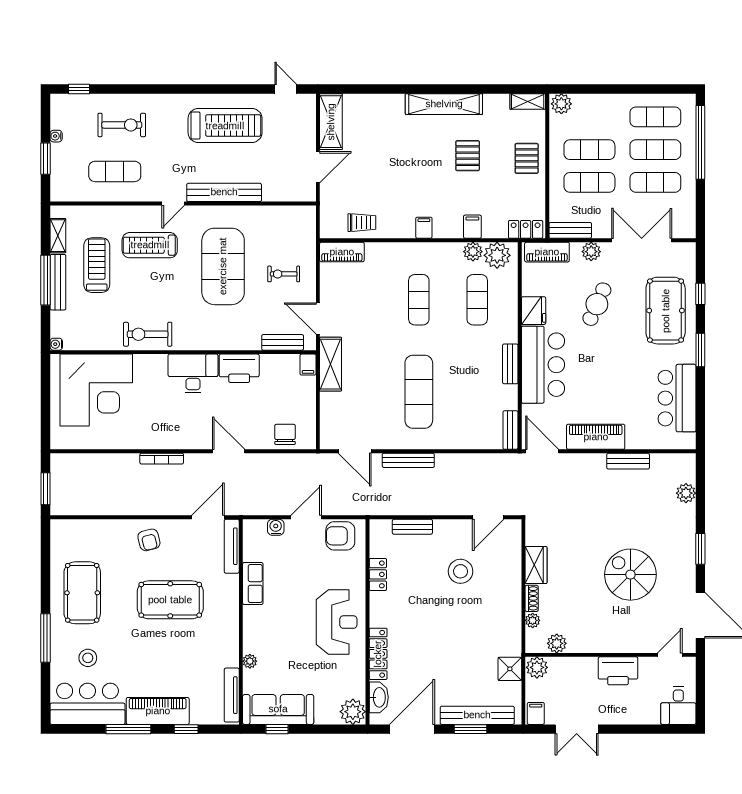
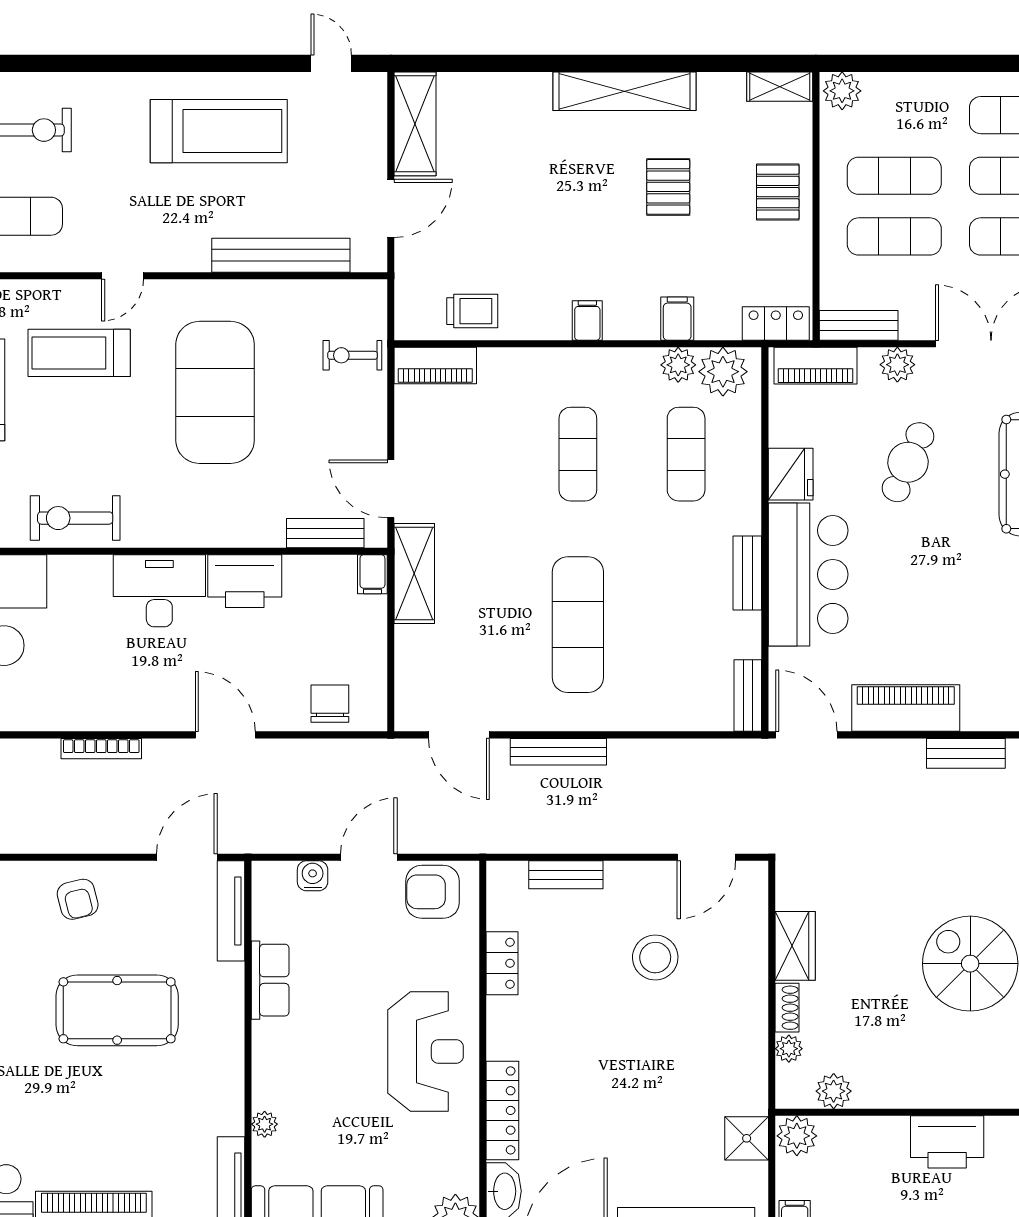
bench: (224, 192) -> (281, 255), moved
exercise bike: (284, 274) -> (352, 355), moved

